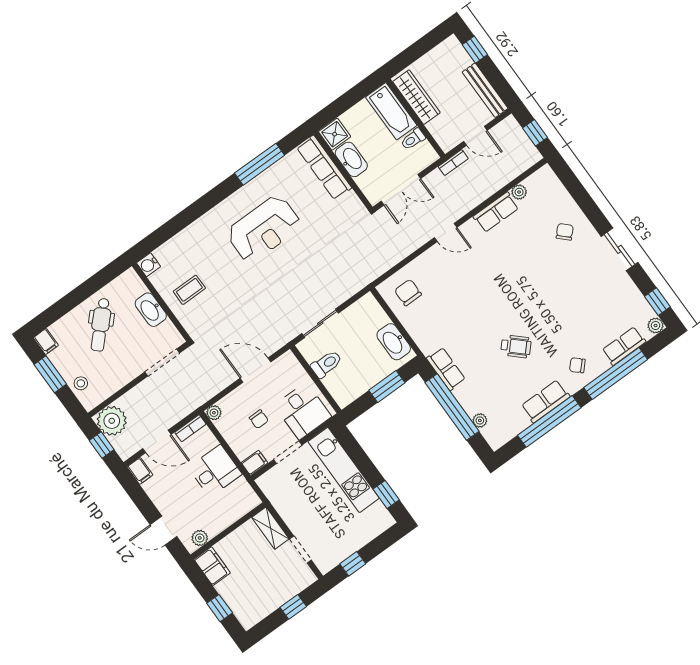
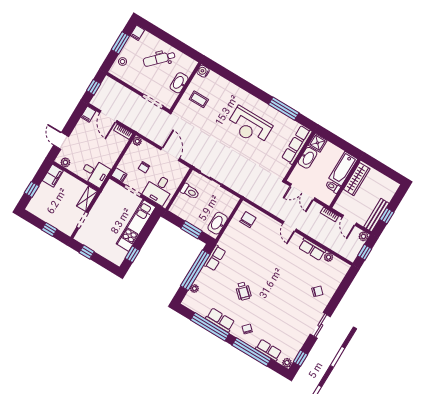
window: (475, 50) -> (387, 216), moved
plant: (112, 421) -> (363, 236), moved, width x0.53, depth x0.53
desk: (215, 471) -> (95, 173), moved

